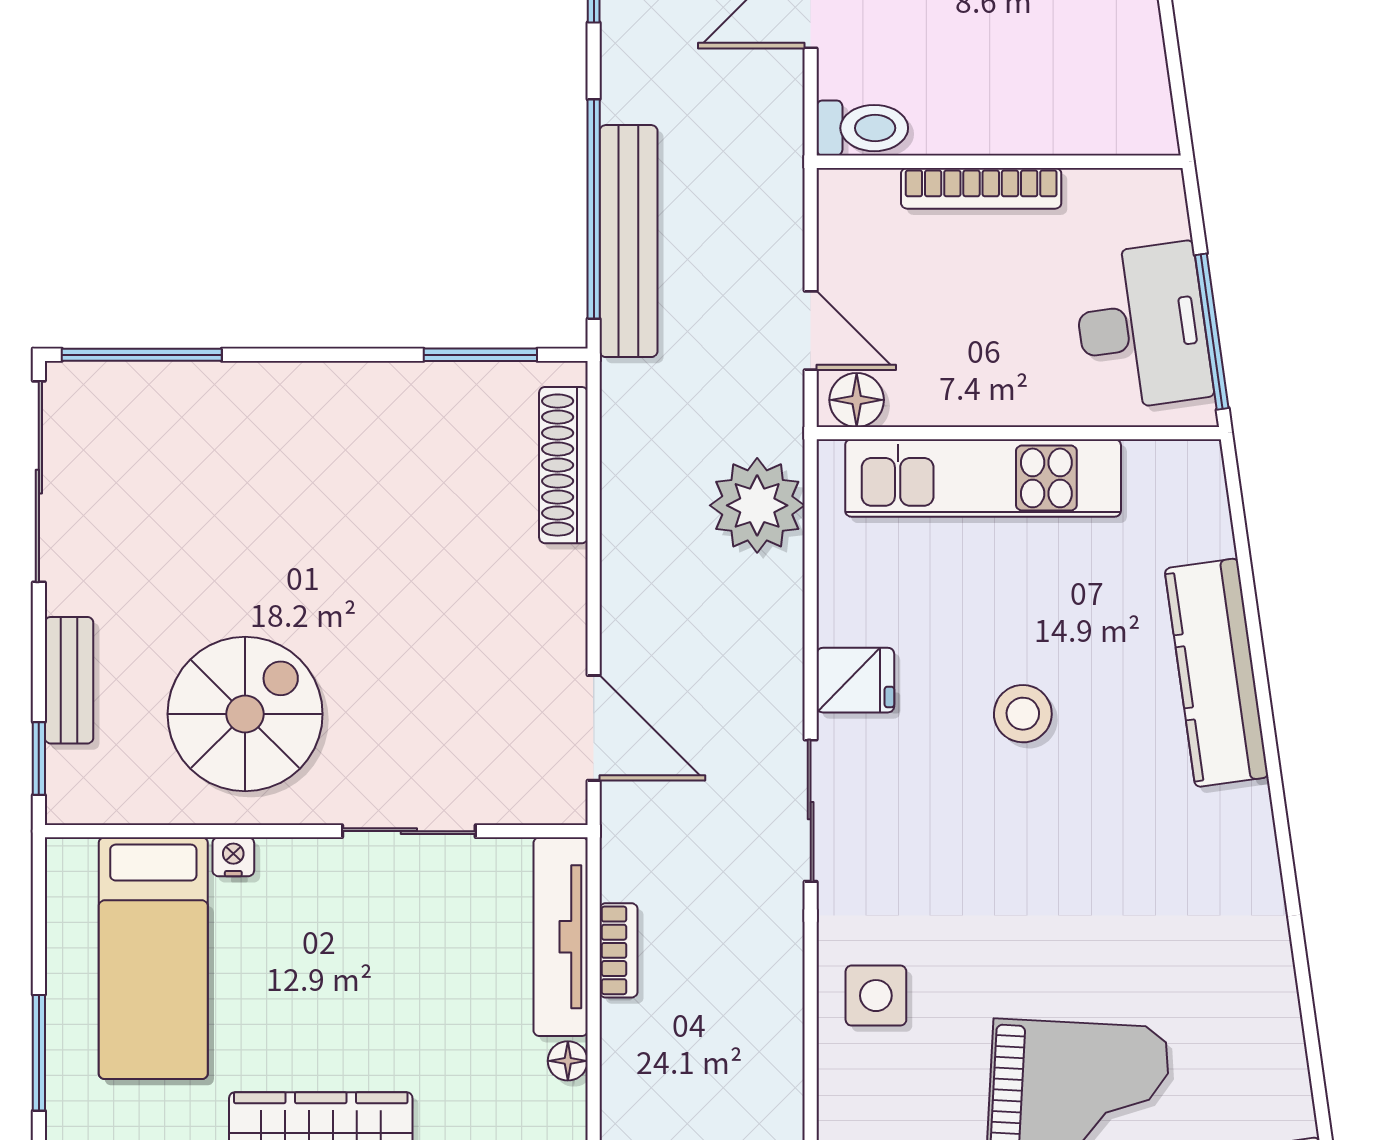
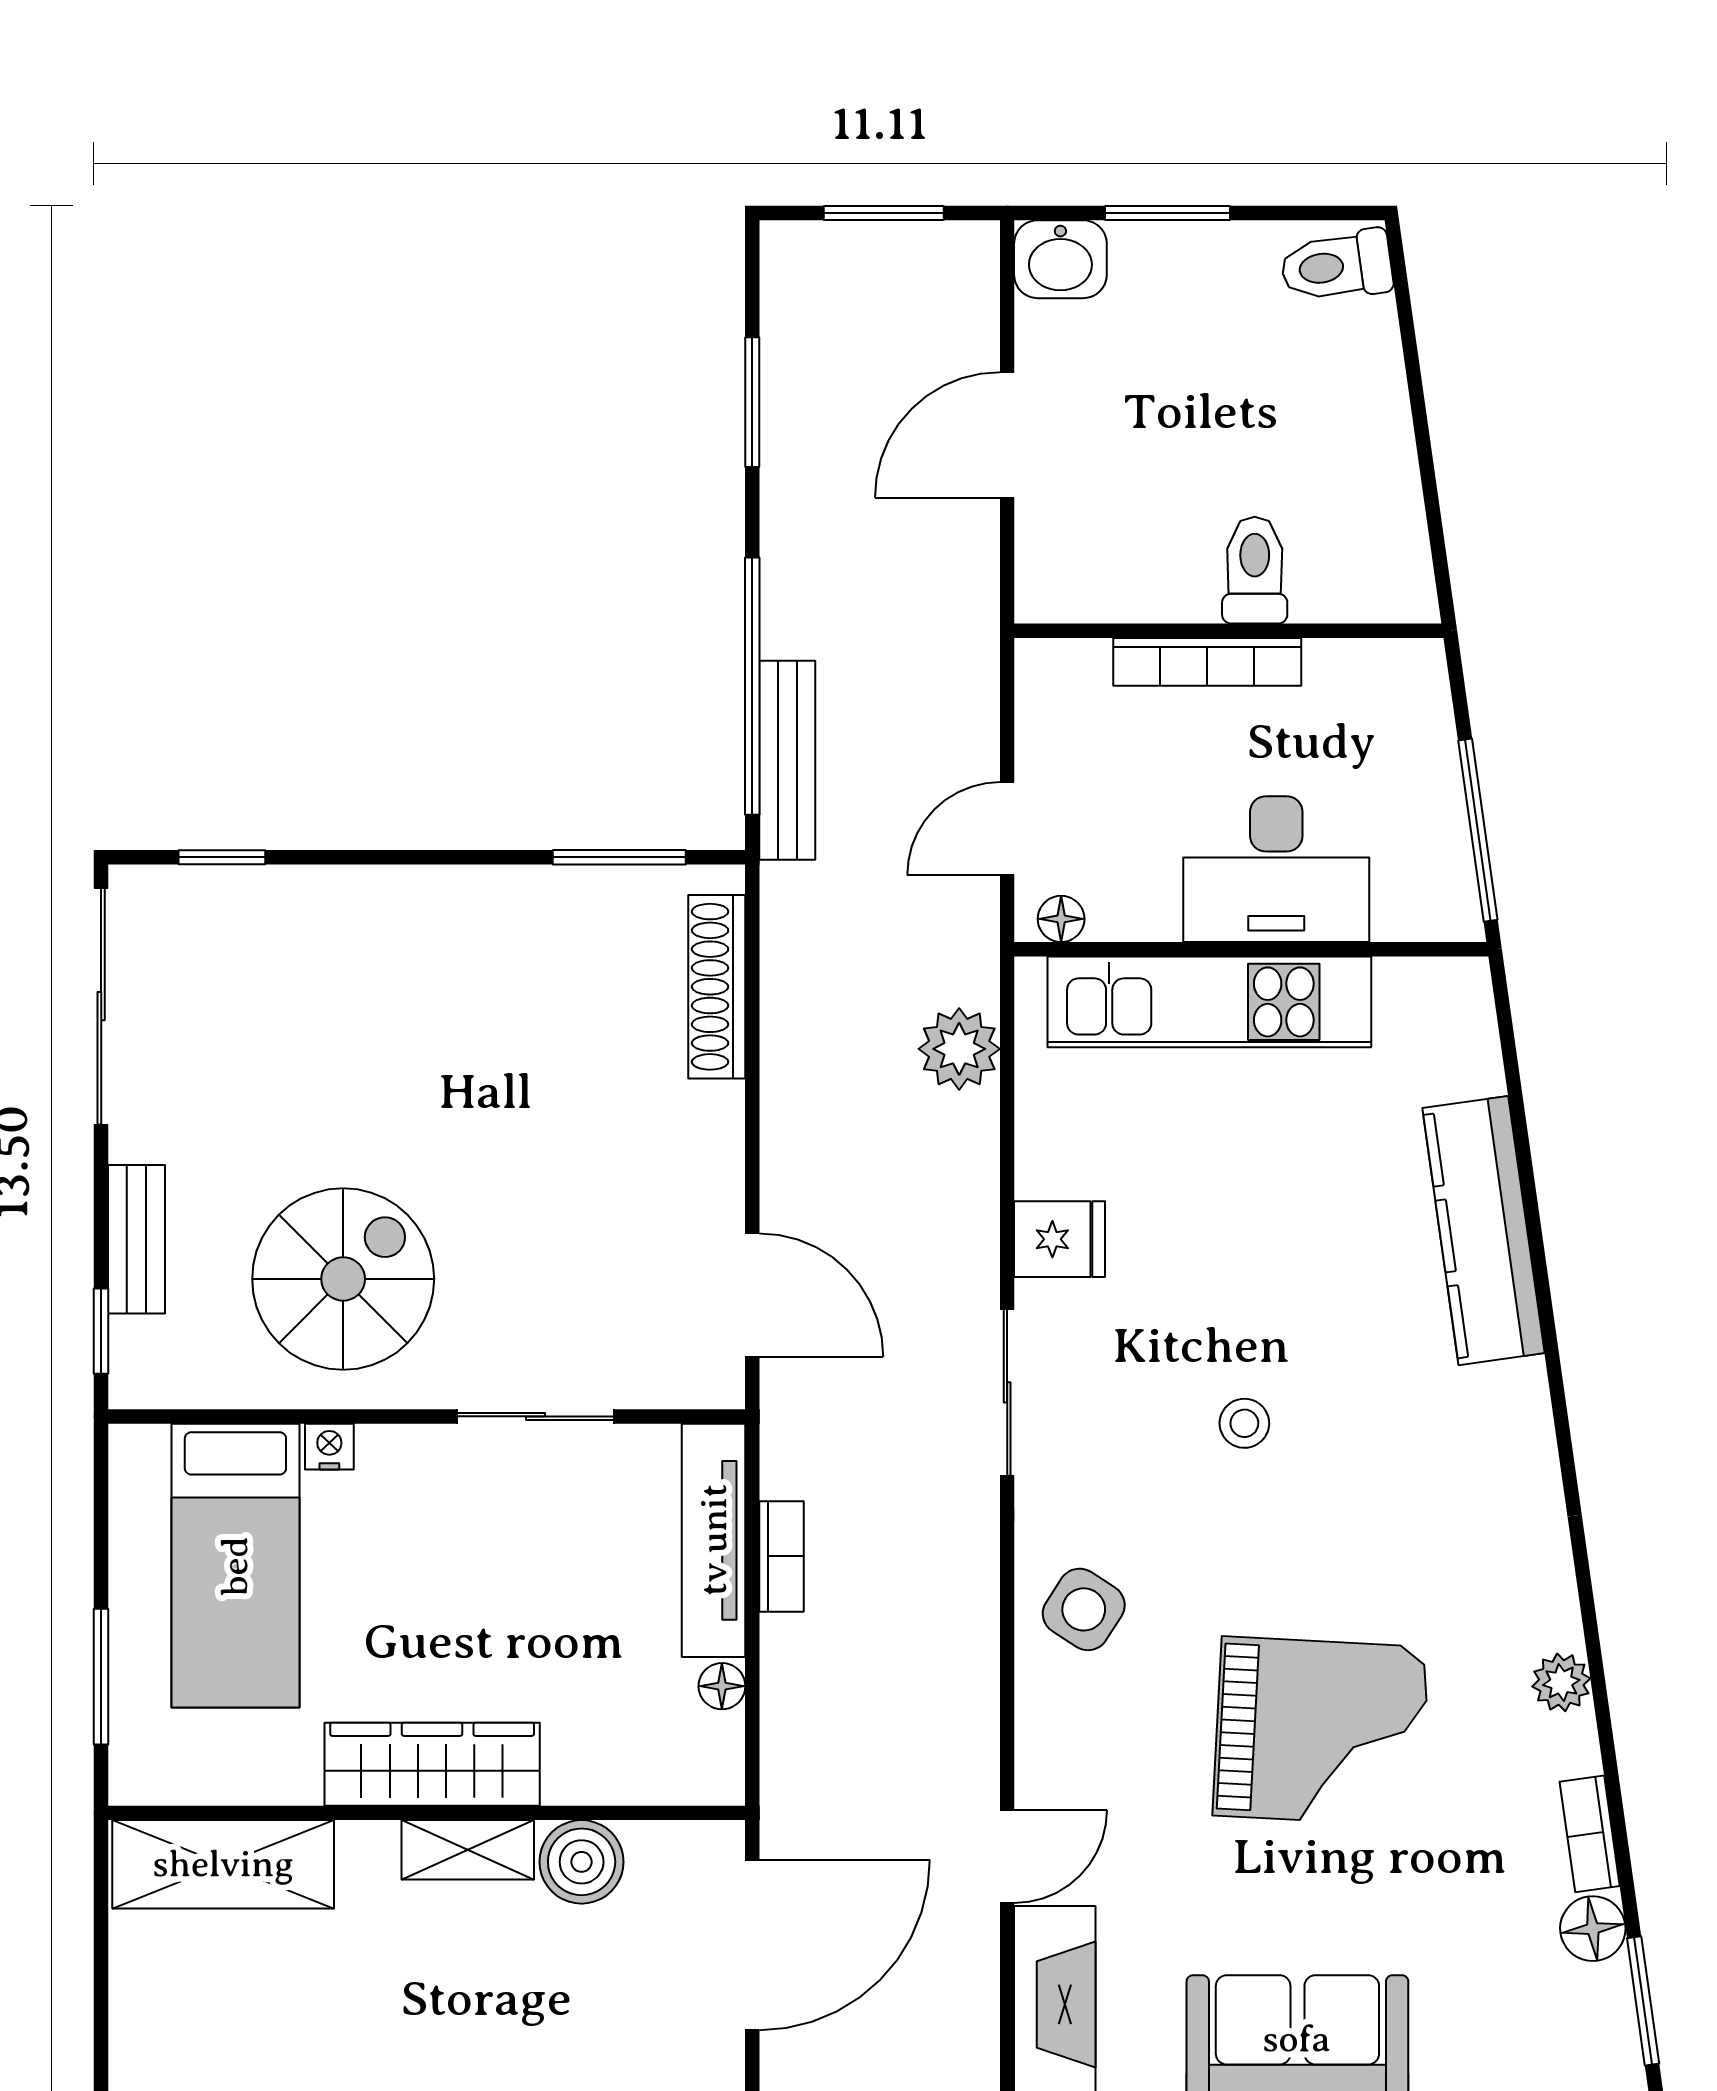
toilet: (862, 128) -> (1255, 570), moved, turned -90
bench: (629, 241) -> (787, 760), width x0.73, depth x0.82
desk: (1142, 327) -> (1276, 869), moved, turned 98
door: (811, 330) -> (1007, 829), swing flipped
window: (142, 355) -> (222, 857), width x0.46
floor lamp: (857, 400) -> (1061, 919), width x0.73, depth x0.73
plant: (757, 505) -> (959, 1049), width x0.73, depth x0.73
stool: (1023, 714) -> (1244, 1423), moved, width x0.73, depth x0.73
side table: (876, 996) -> (1084, 1609), turned 33
plant: (1283, 1058) -> (1561, 1682), added

